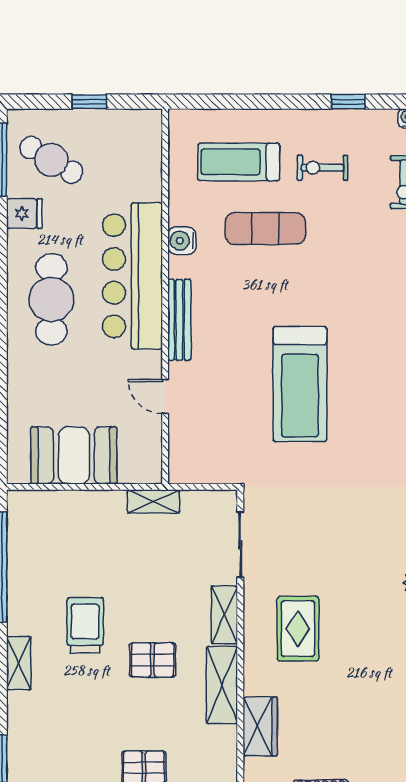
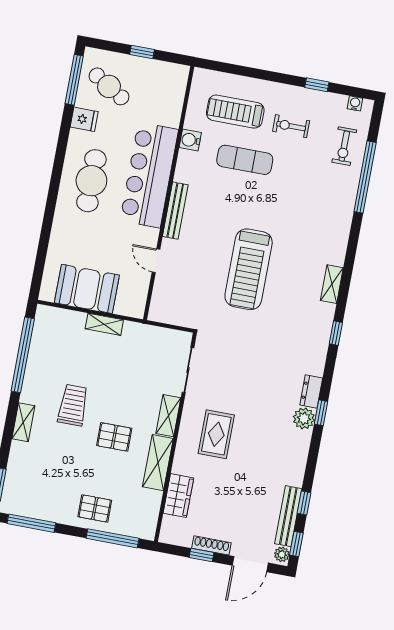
water cooler: (182, 241) -> (190, 140), moved
shelving: (153, 501) -> (104, 324), moved

